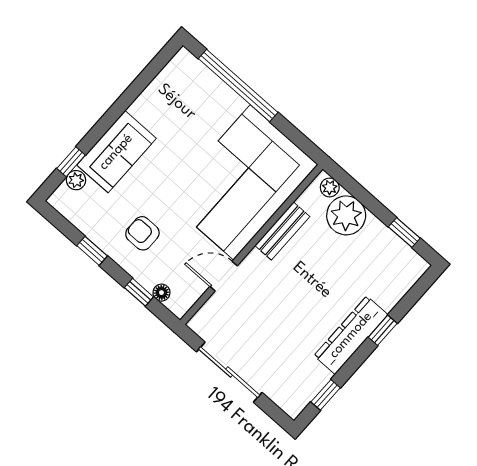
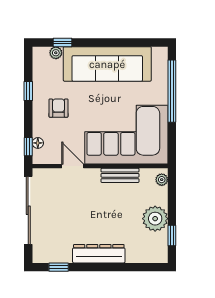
sofa: (116, 152) -> (107, 64), width x1.85, depth x1.27
plant: (346, 215) -> (155, 219), moved
window: (139, 292) -> (28, 147), moved
window: (383, 330) -> (115, 267), removed
sliding door: (229, 372) -> (28, 210), width x1.36

